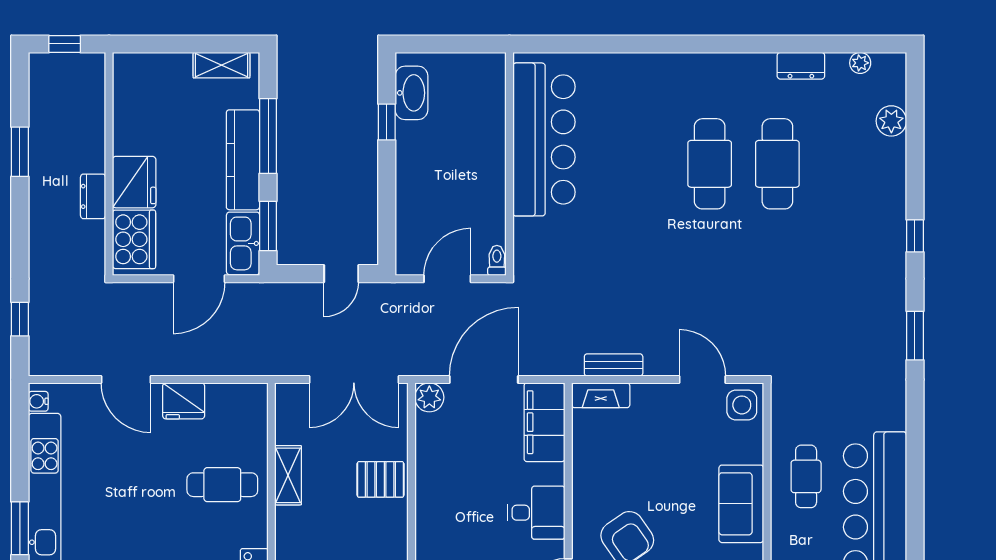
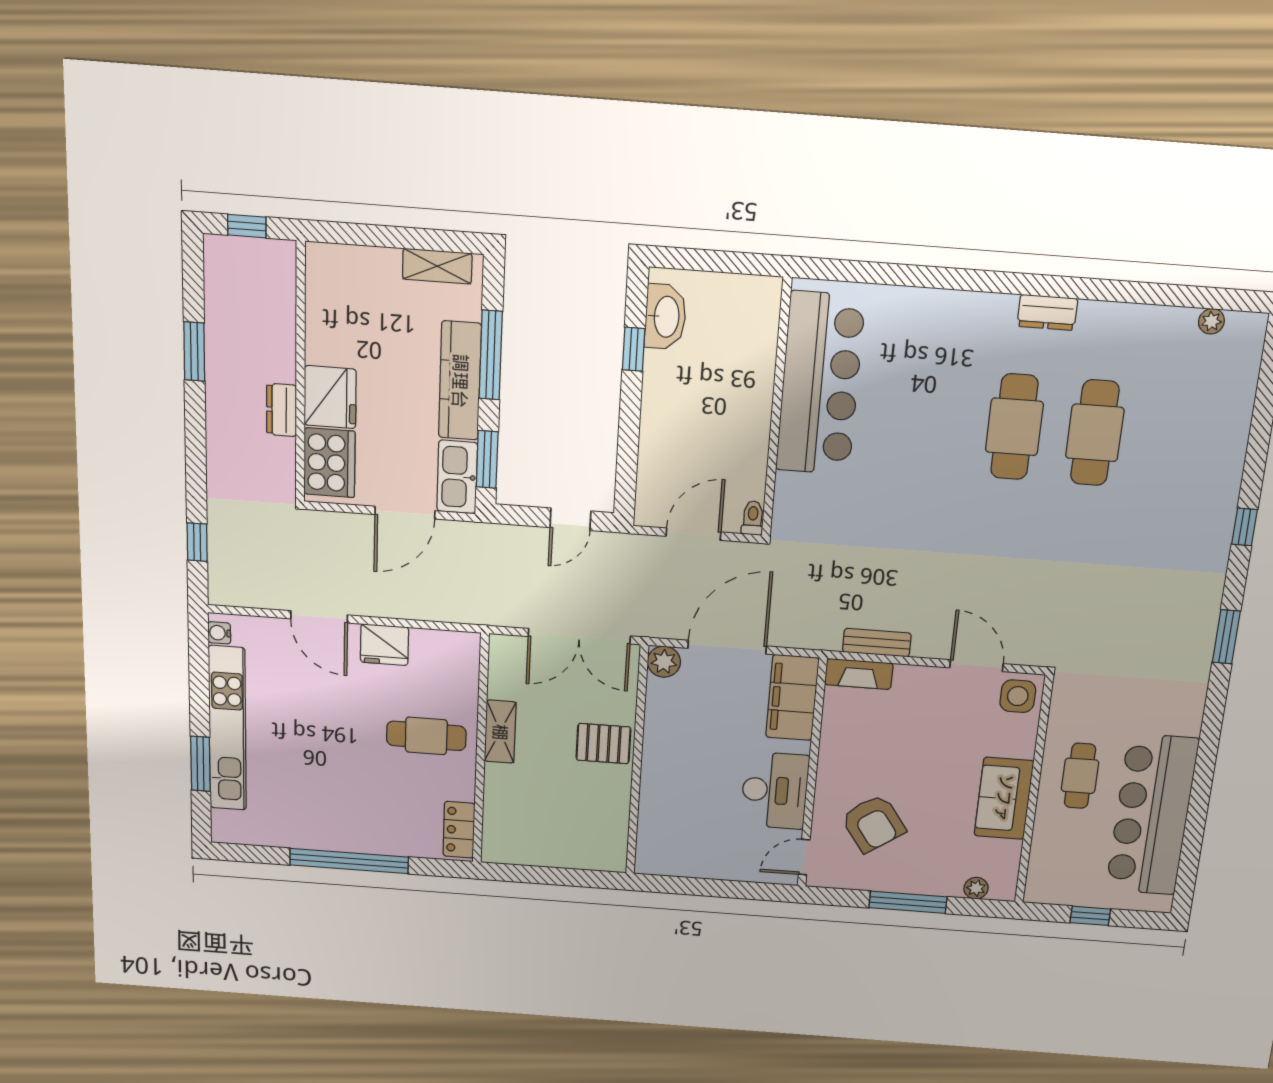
dresser: (801, 66) -> (1047, 312), moved
plant: (891, 121) -> (1238, 393), removed
desk: (536, 513) -> (775, 790), width x1.37

